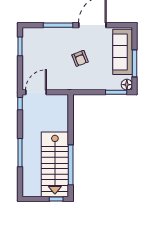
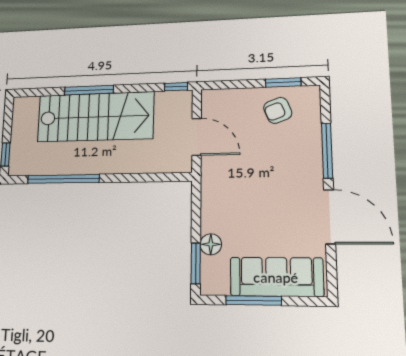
armchair: (80, 58) -> (278, 110), moved
floor lamp: (127, 85) -> (211, 244), moved
door: (36, 92) -> (197, 137), moved
stairs: (55, 164) -> (95, 117), moved, turned 180

